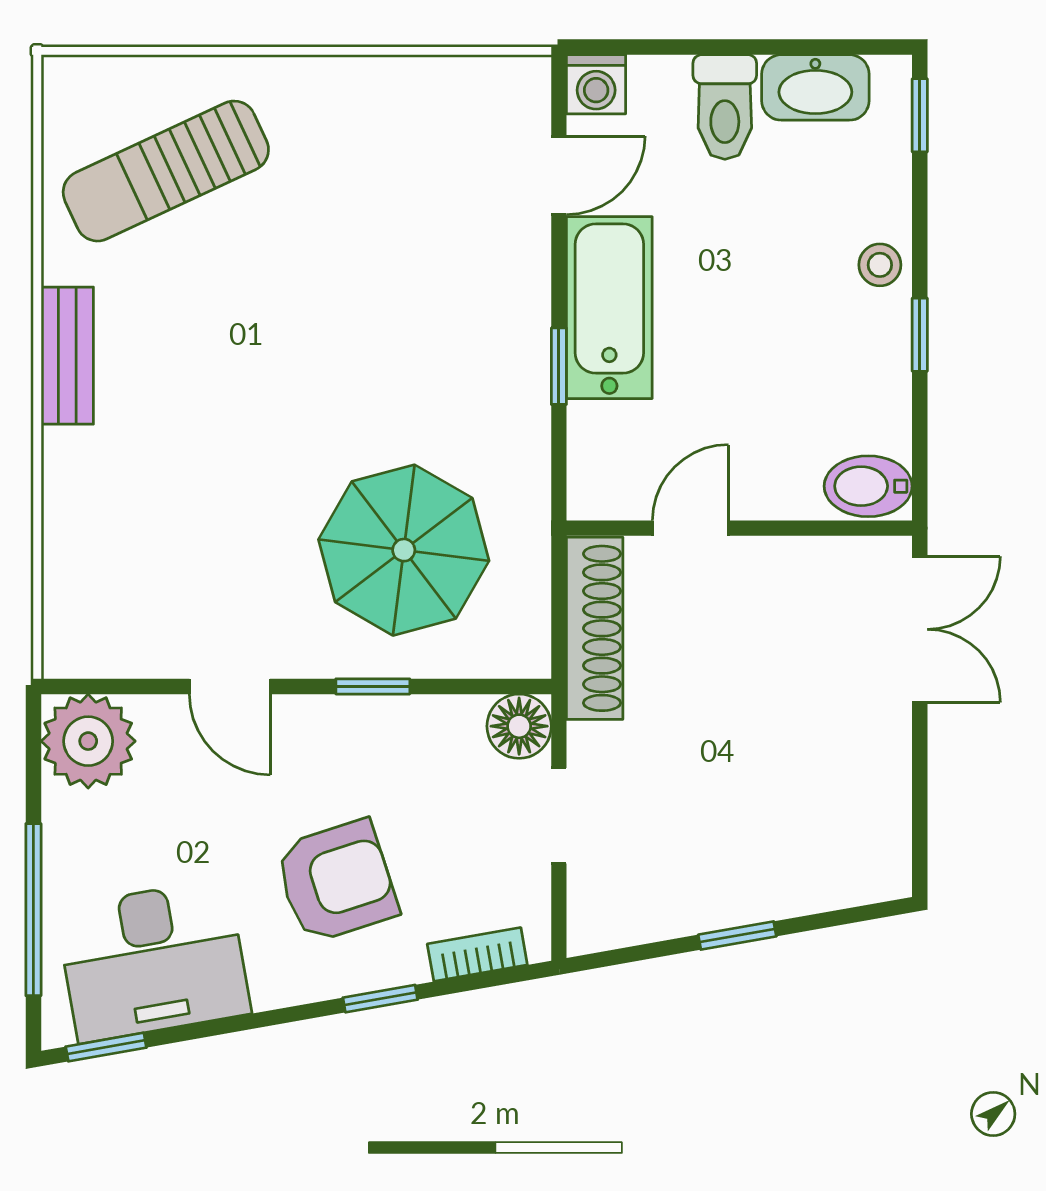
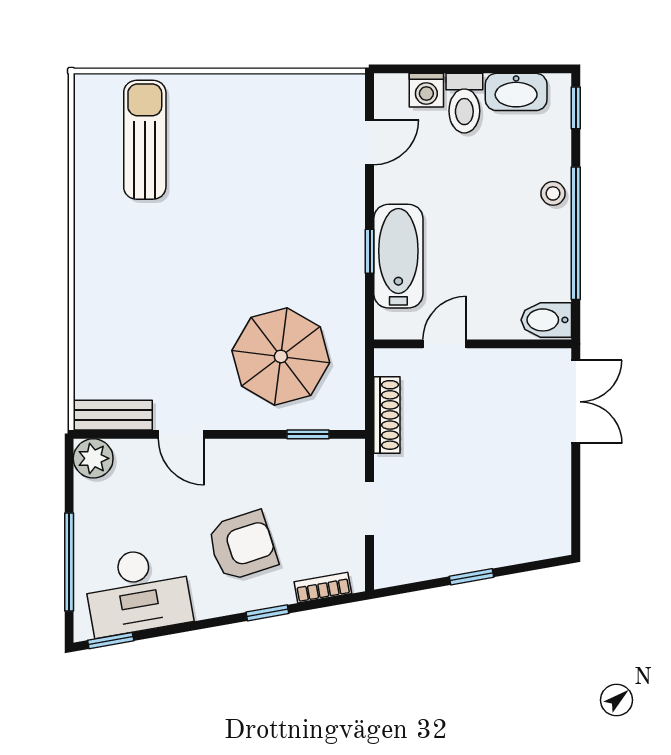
washing machine: (596, 84) -> (426, 90), moved
sun lounger: (166, 171) -> (145, 140), turned 115
bathtub: (609, 308) -> (398, 256), moved
window: (920, 335) -> (576, 233), width x3.17
bench: (67, 356) -> (113, 415), moved, turned 90
shoe rack: (595, 628) -> (387, 415), width x0.74, depth x0.81
window: (373, 686) -> (308, 434), moved
floor lamp: (519, 726) -> (347, 457), removed
plant: (88, 741) -> (93, 458), width x0.73, depth x0.73

